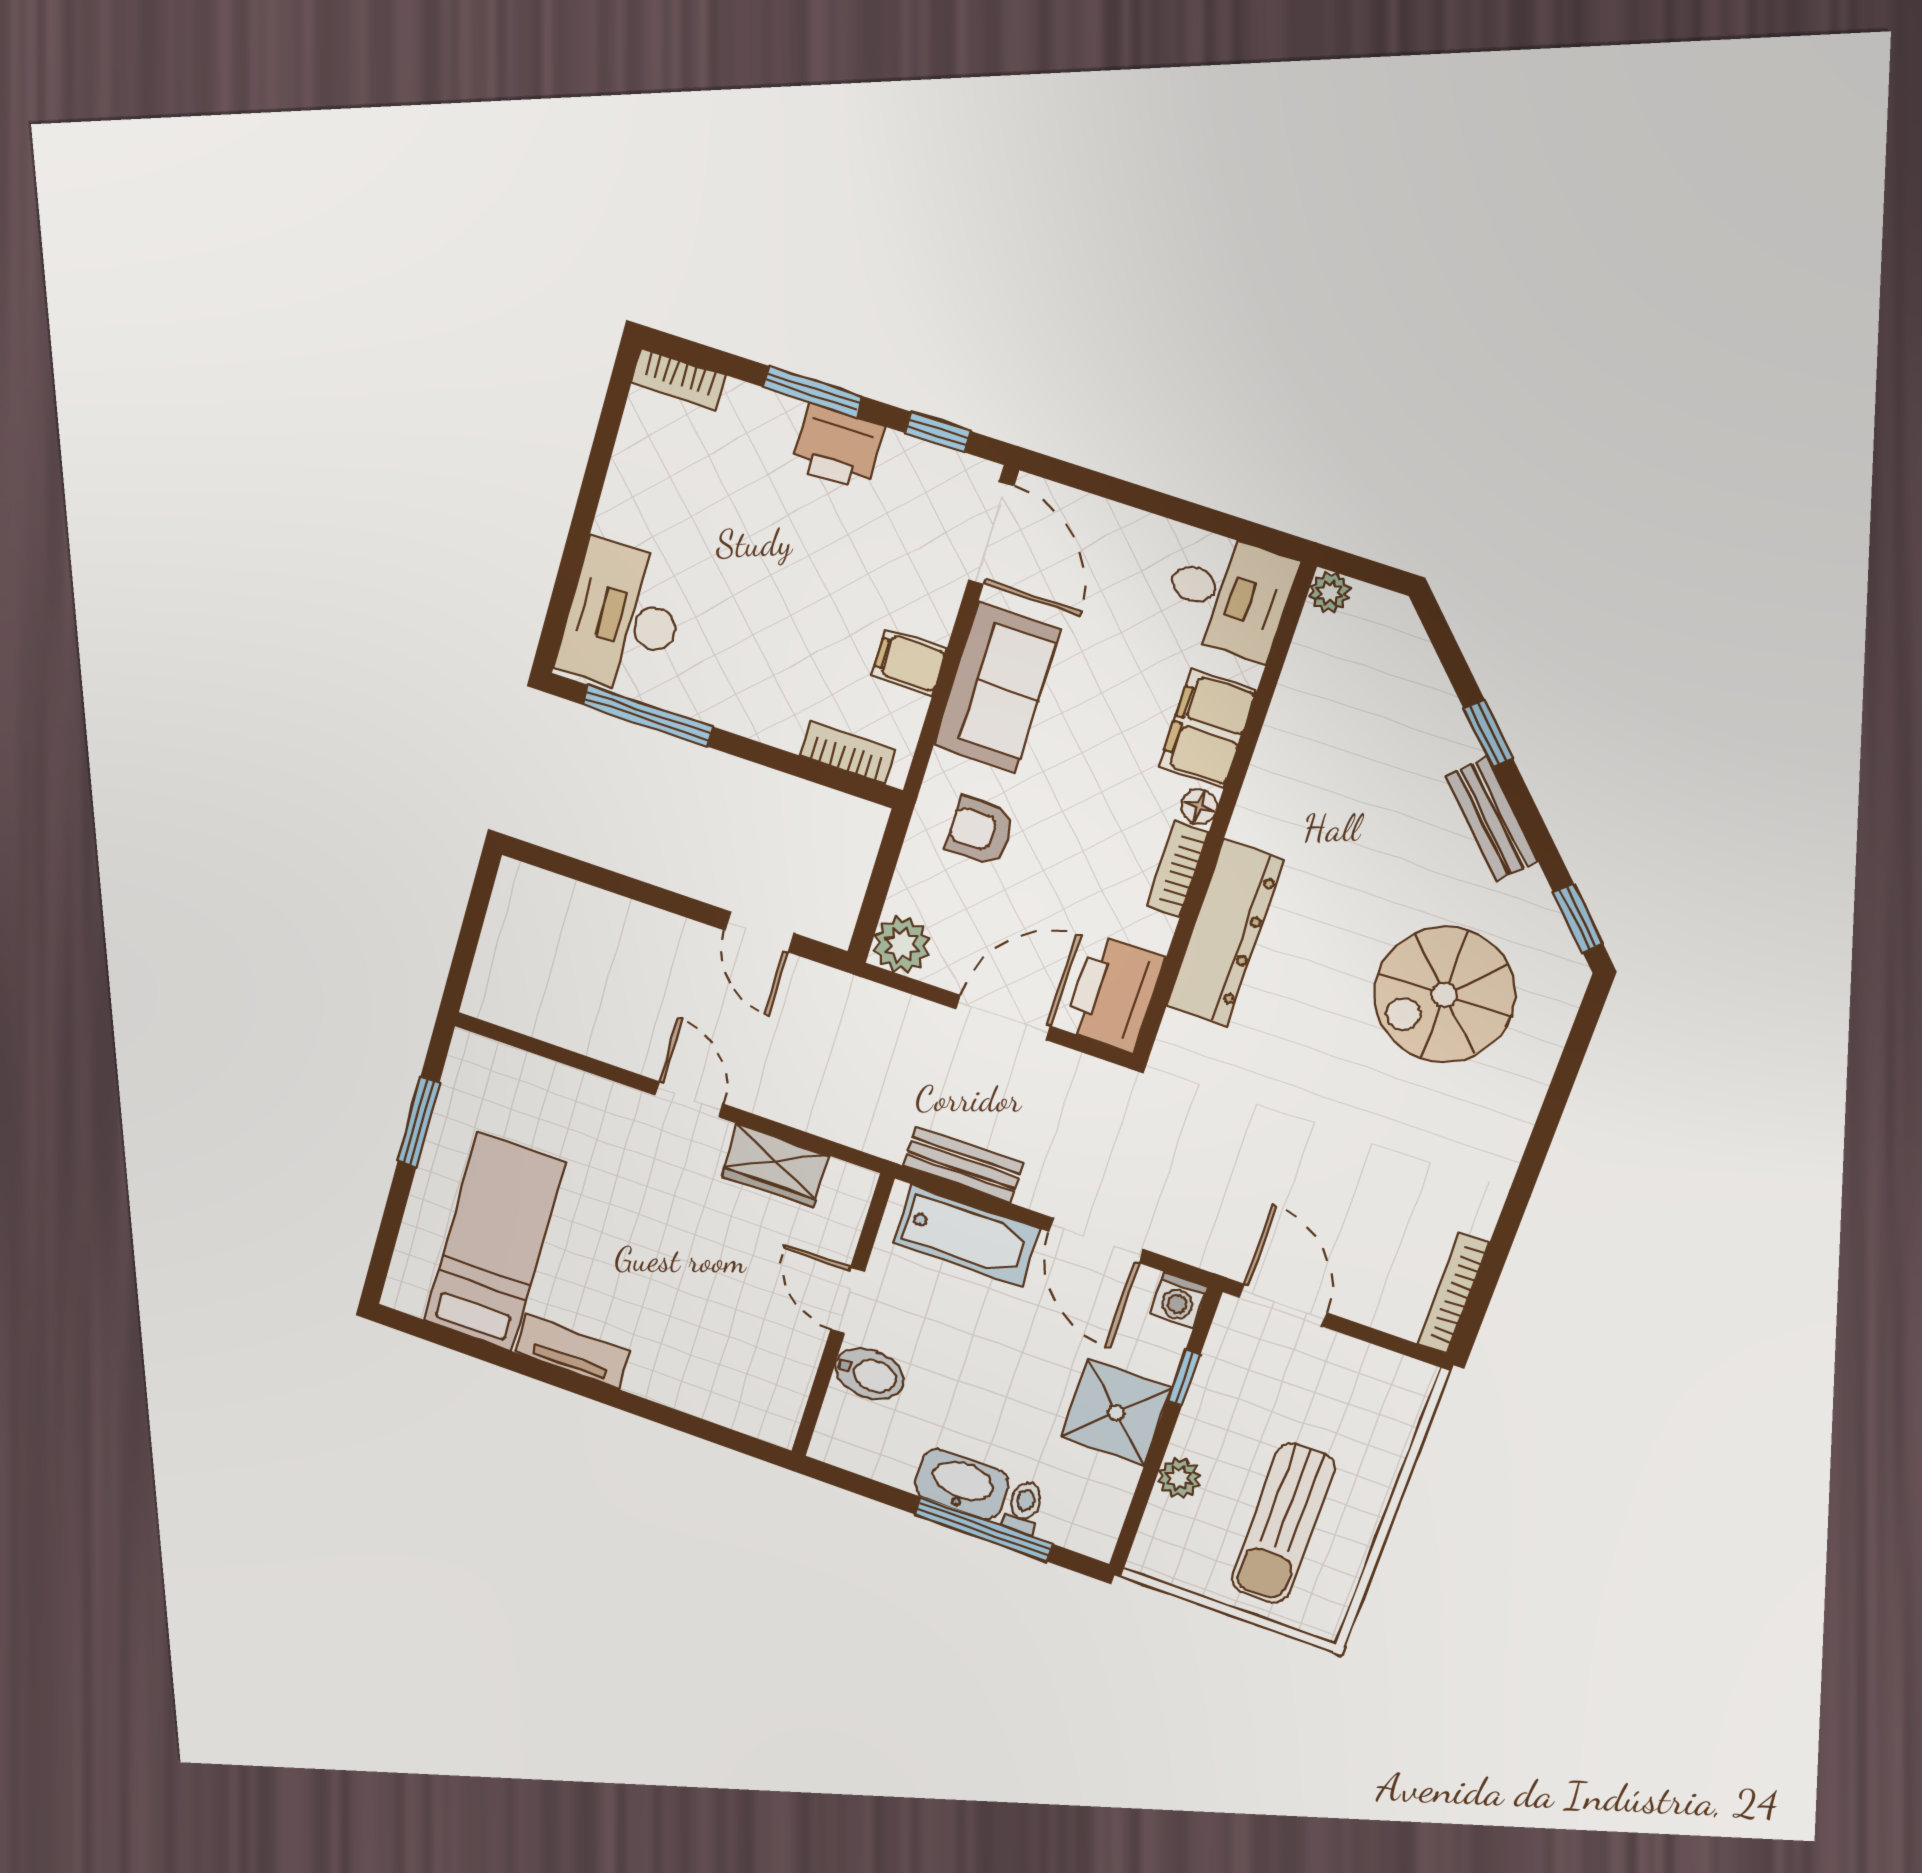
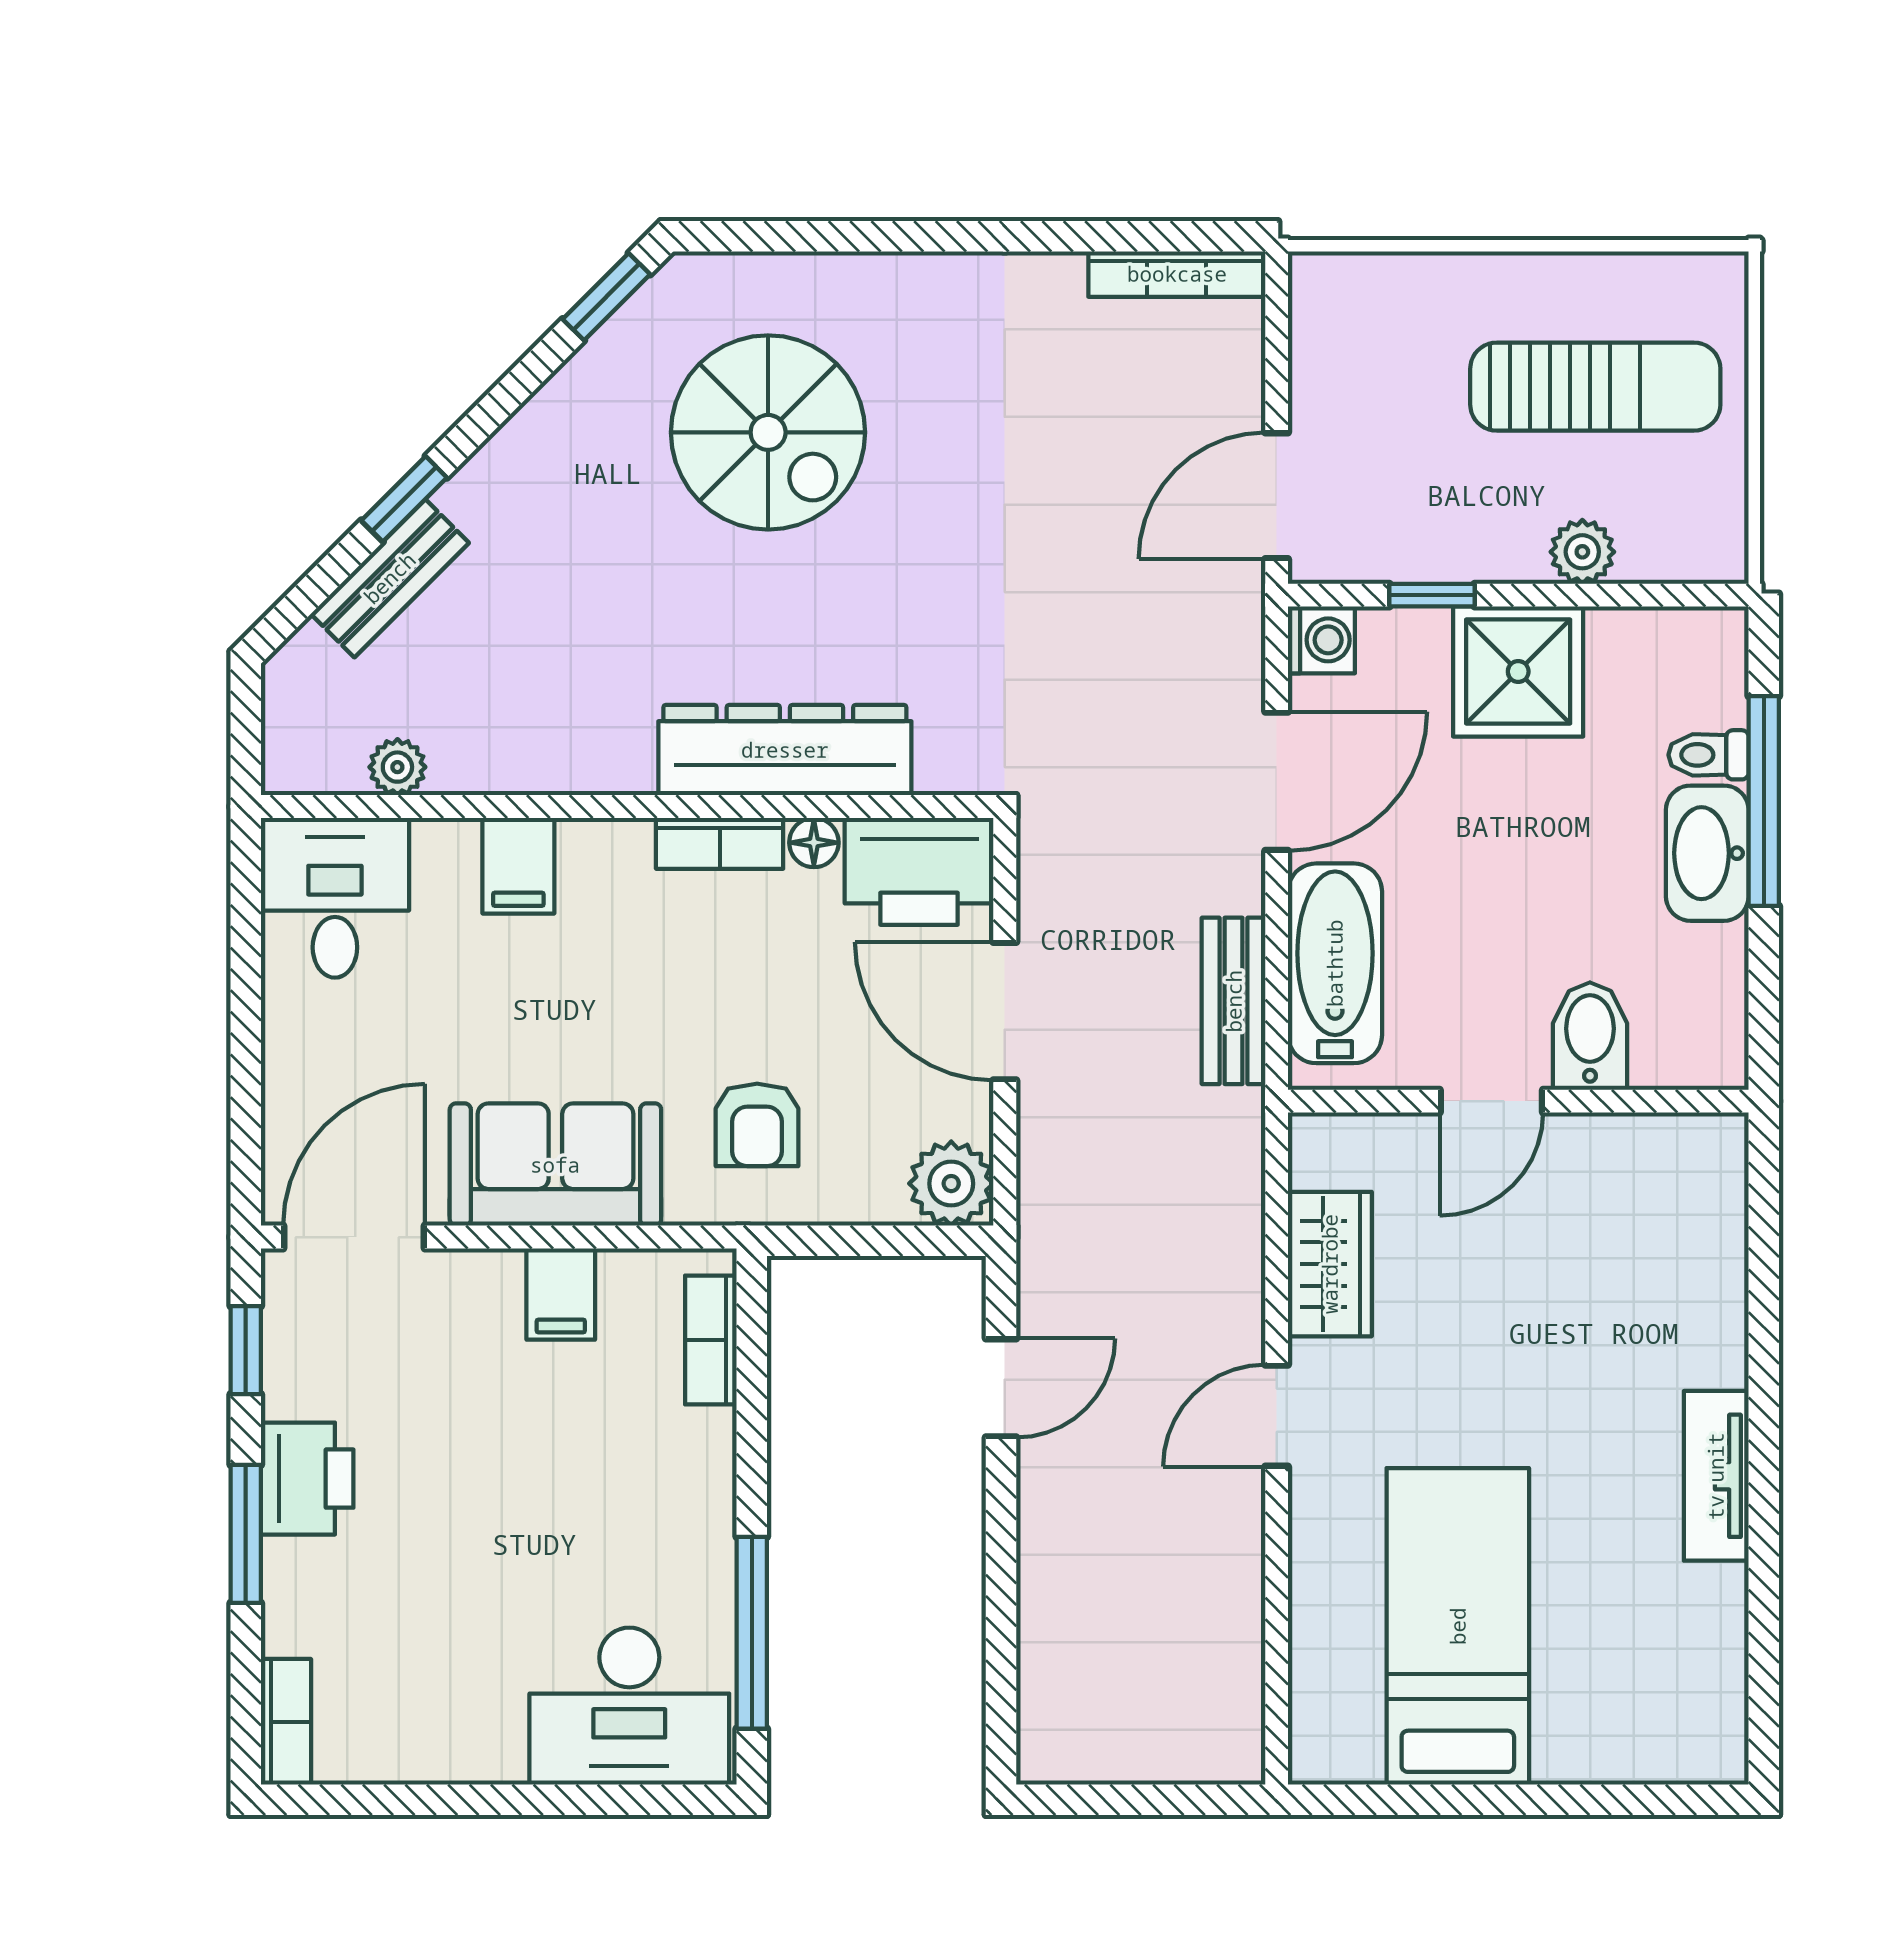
plant: (1330, 593) -> (397, 767), moved
filing cabinet: (1208, 729) -> (518, 866), width x0.50
floor lamp: (1199, 806) -> (814, 843), moved
bench: (1492, 819) -> (390, 578), moved
window: (419, 1122) -> (1449, 1800), removed
bed: (495, 1242) -> (1458, 1626), moved, turned 90

